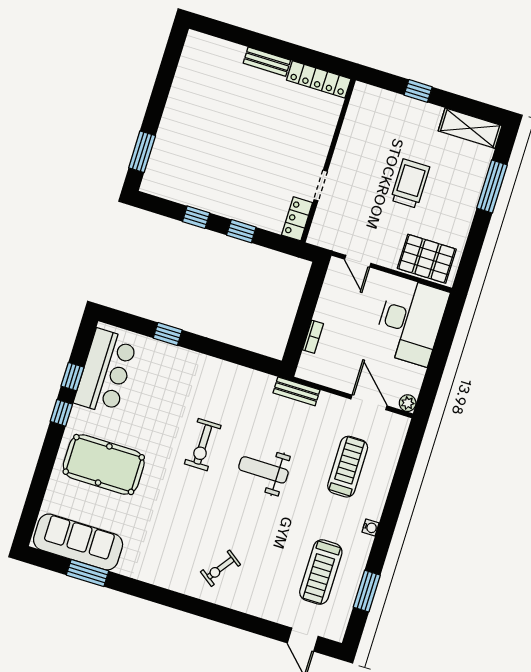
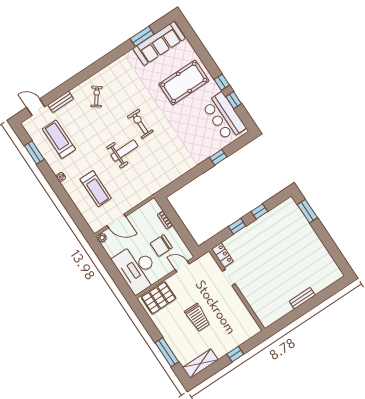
locker: (319, 79) -> (276, 315), removed
chair: (352, 313) -> (161, 246), added
bench: (296, 391) -> (61, 102), moved
exercise bike: (203, 445) -> (140, 124), moved

